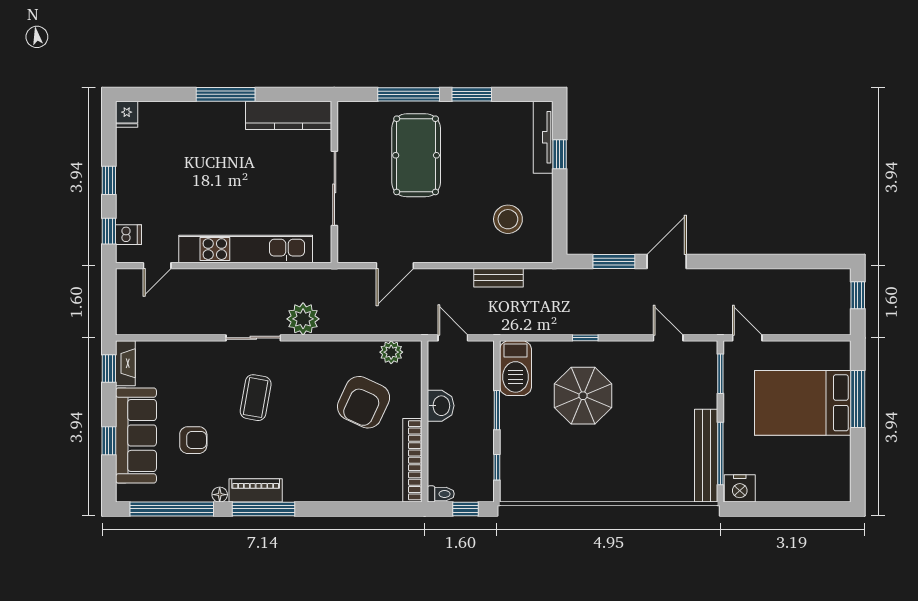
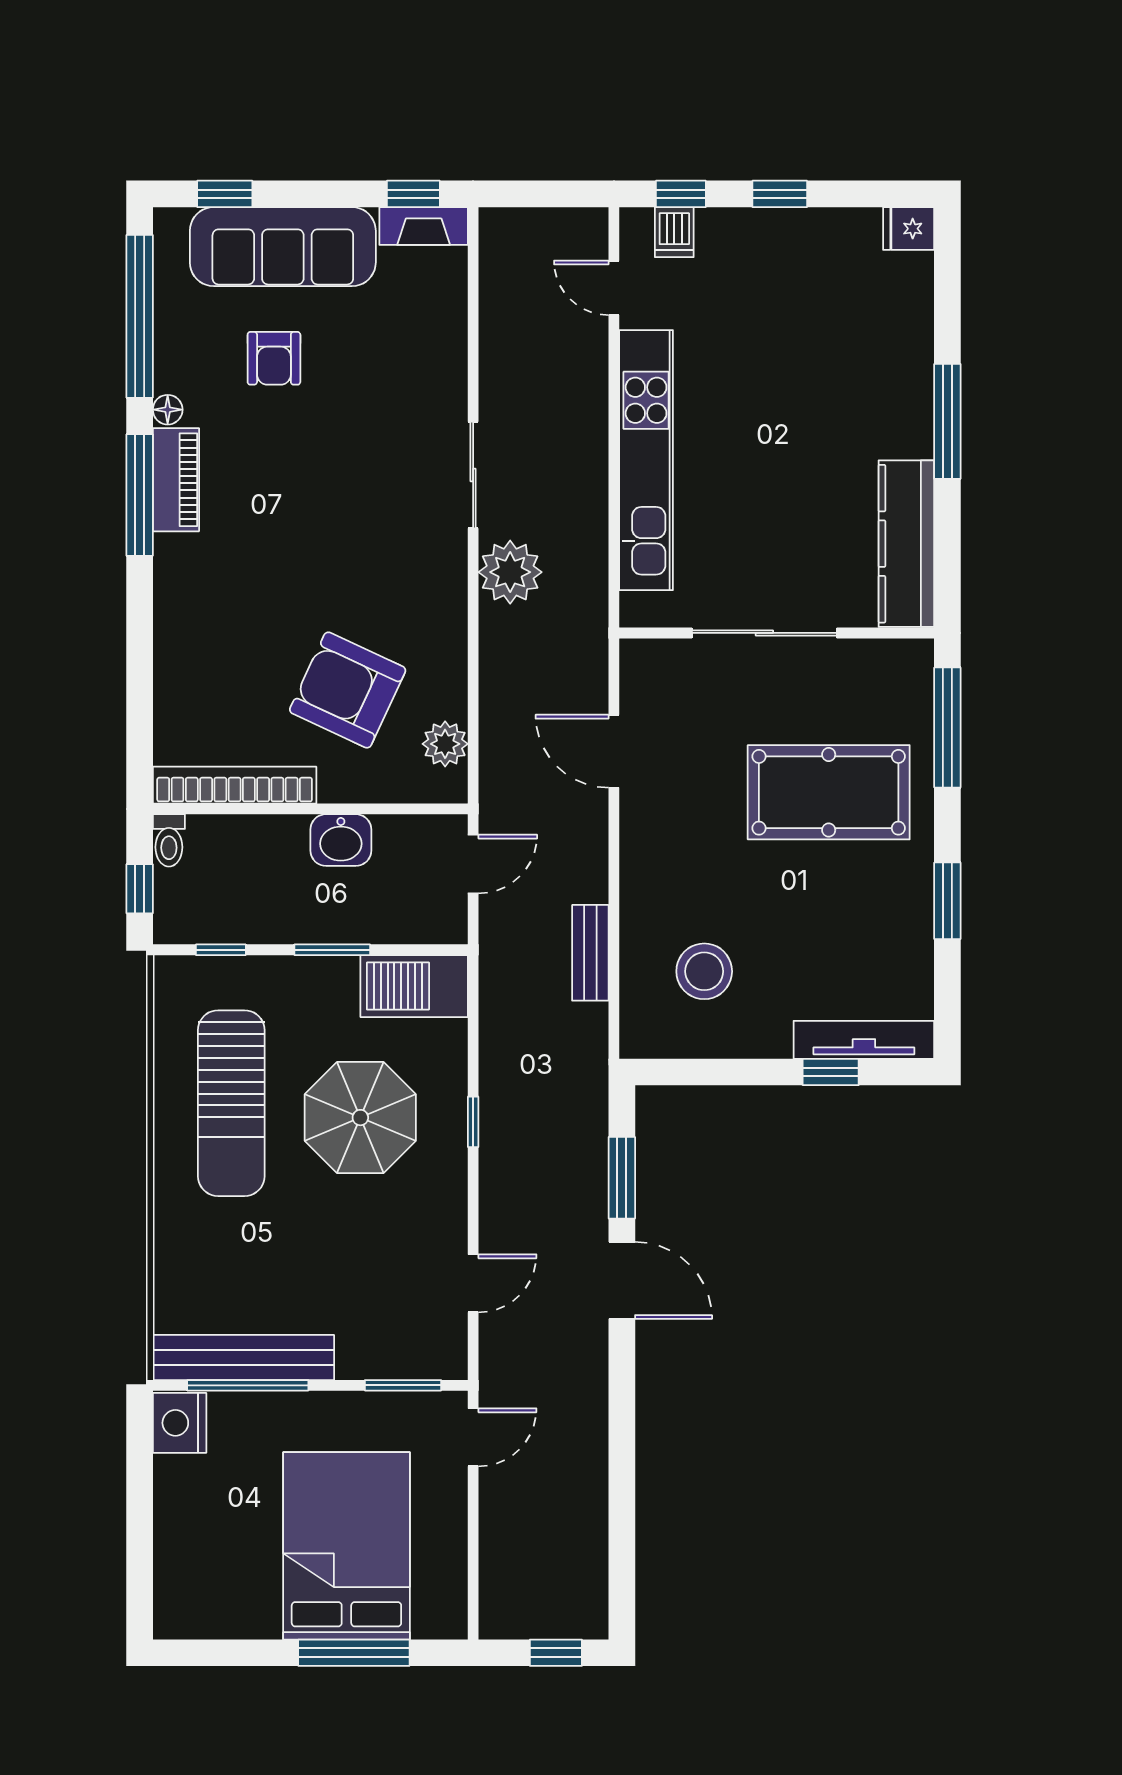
window: (409, 94) -> (947, 728), moved
coffee table: (256, 398) -> (357, 480), removed
window: (109, 441) -> (225, 194), moved
sun lounger: (576, 462) -> (231, 1103), added

